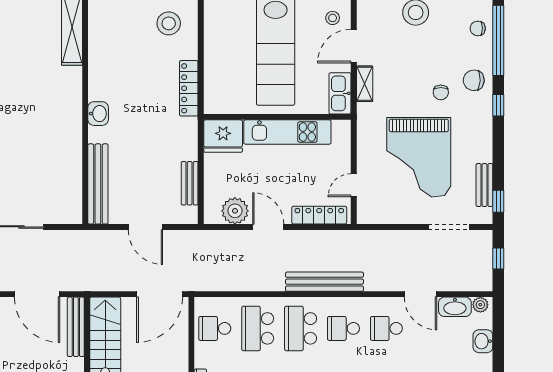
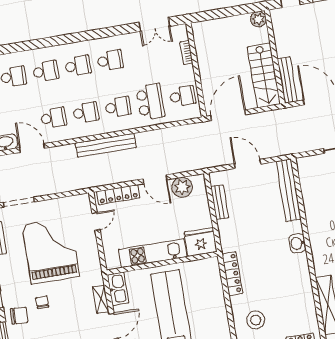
school desk: (301, 328) -> (118, 107), width x0.54

